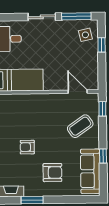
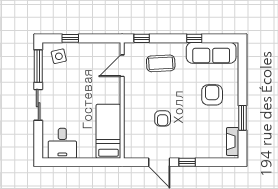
coffee table: (80, 126) -> (161, 63), turned -58
armchair: (27, 147) -> (163, 118), moved

